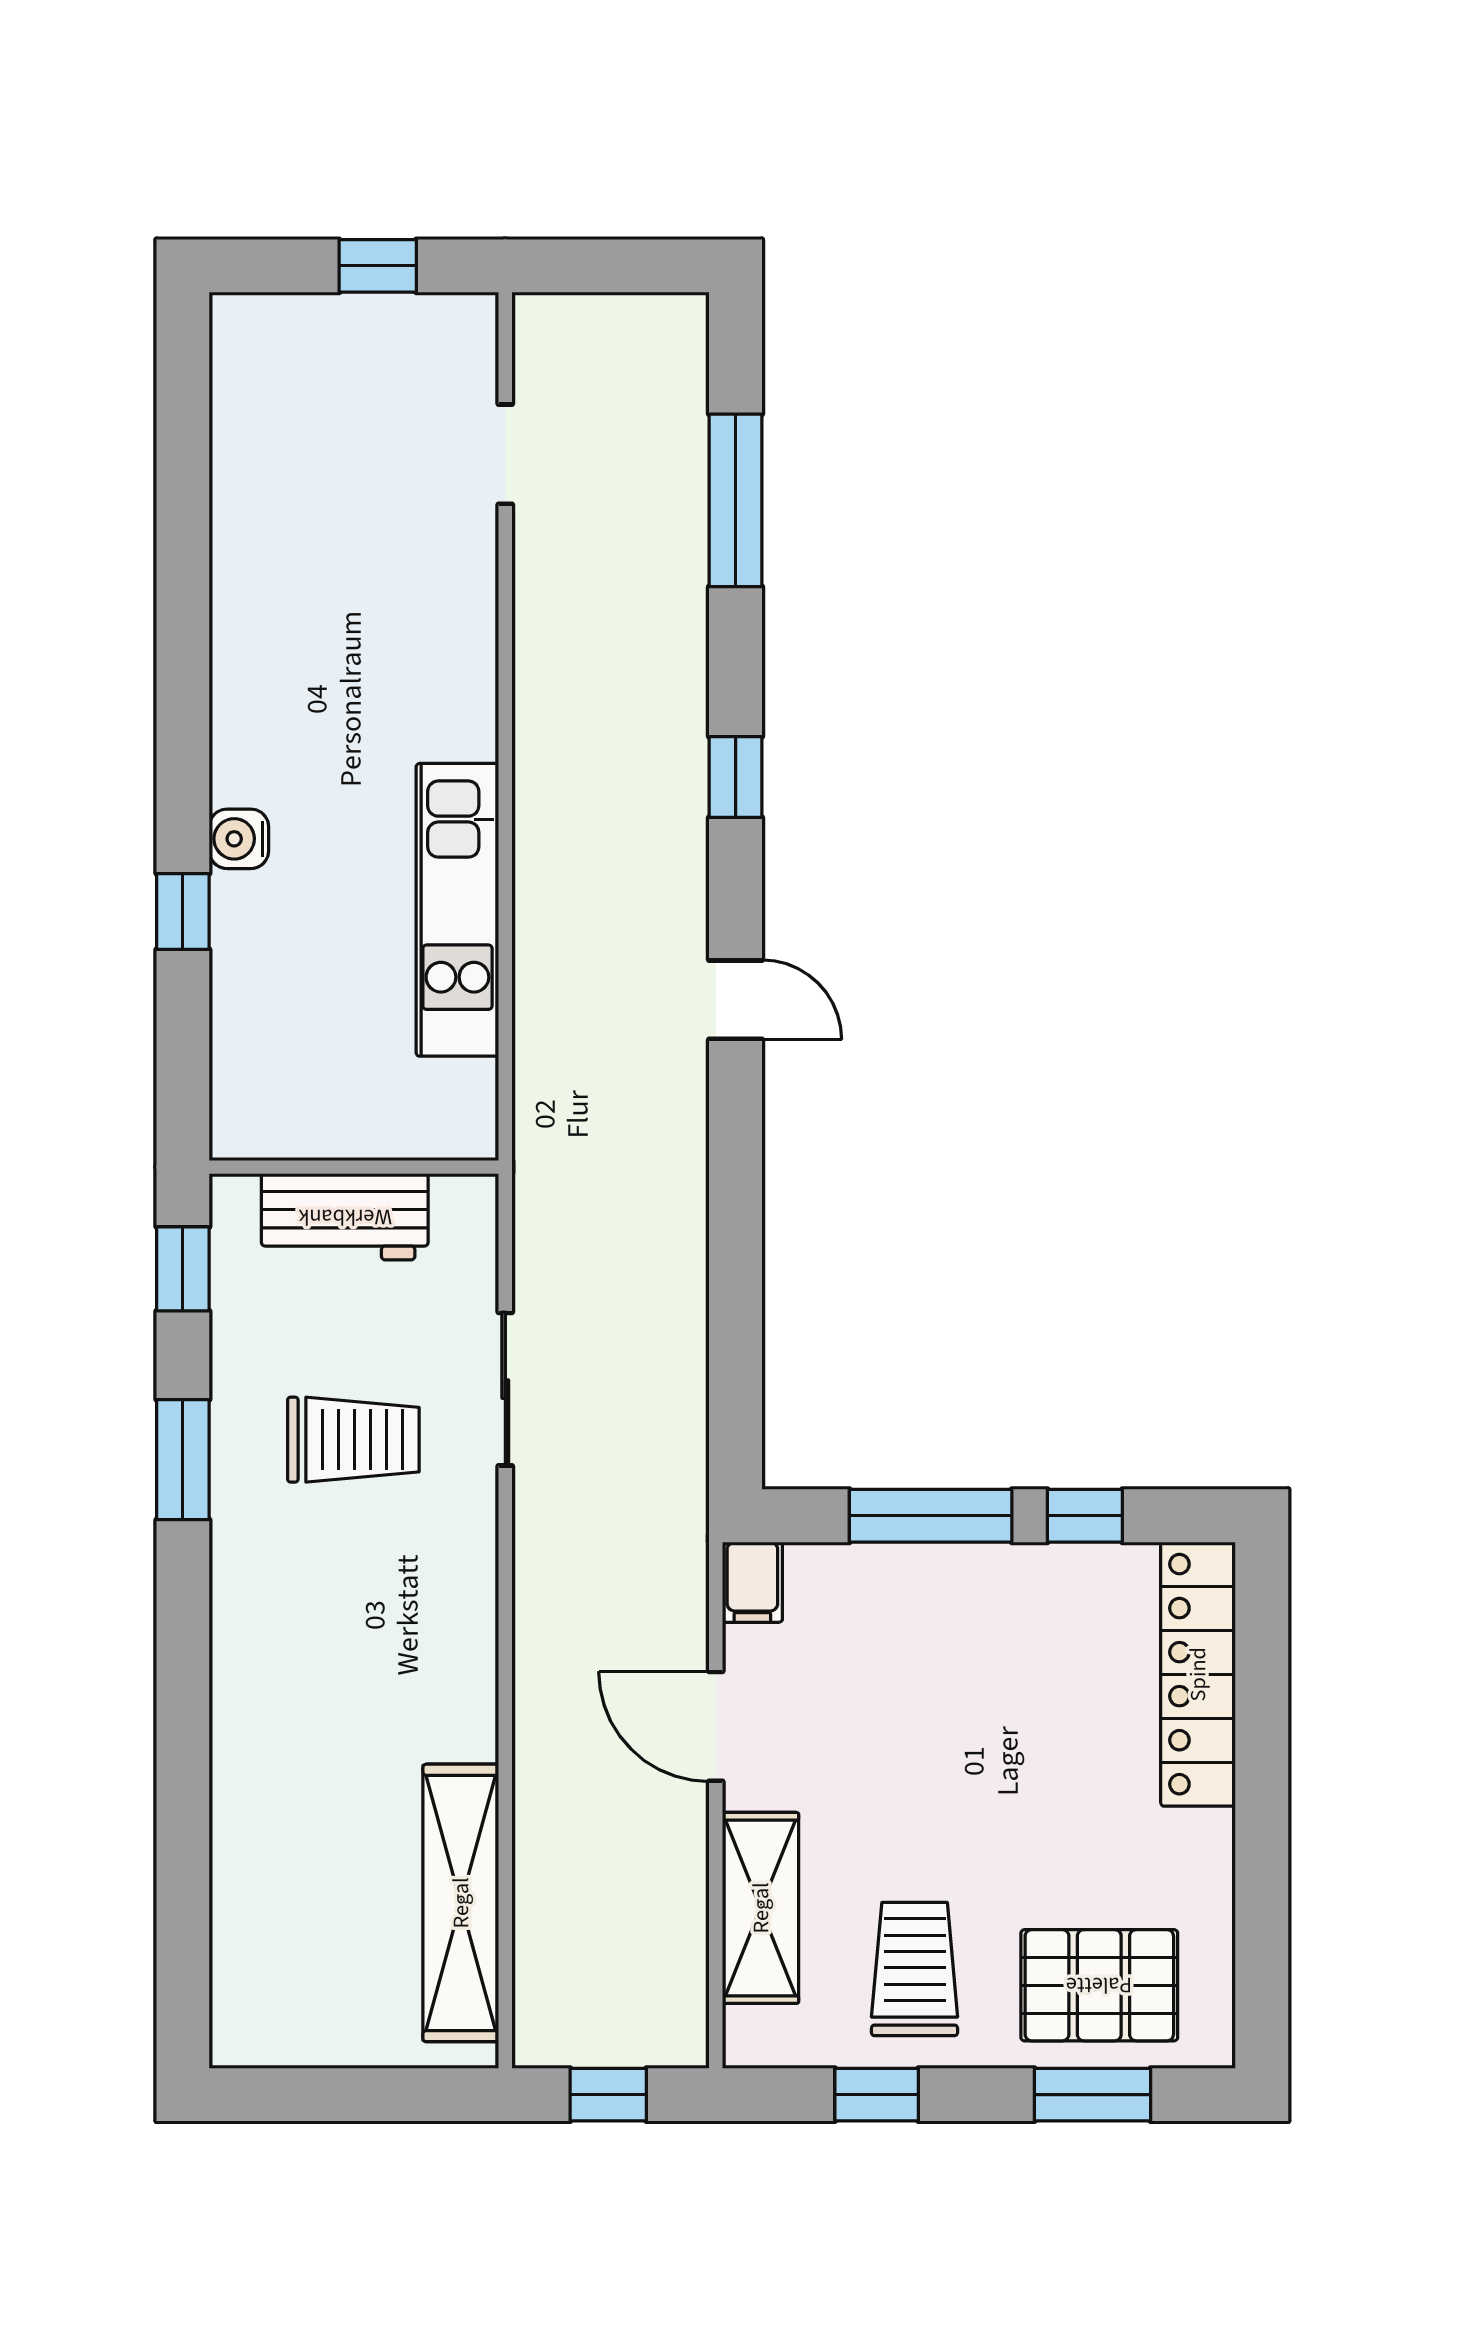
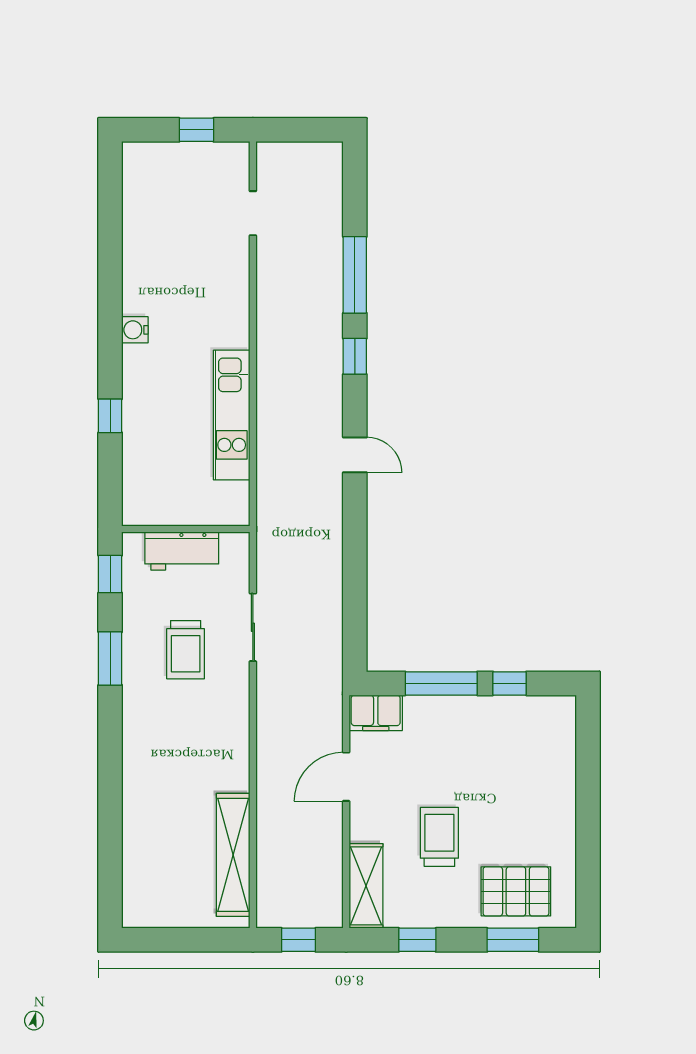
window: (736, 500) -> (355, 275), moved
water cooler: (239, 839) -> (135, 330), moved
trolley: (353, 1440) -> (186, 650), turned 90
filing cabinet: (752, 1582) -> (376, 713), width x2.00
locker: (1198, 1674) -> (560, 754), removed
door: (716, 1726) -> (346, 777), hinge flipped
shelving: (761, 1908) -> (366, 886), moved
trolley: (915, 1969) -> (439, 837), moved

